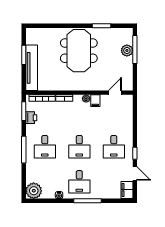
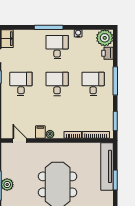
door: (115, 93) -> (20, 140), swing flipped
printer: (31, 118) -> (107, 53), moved

